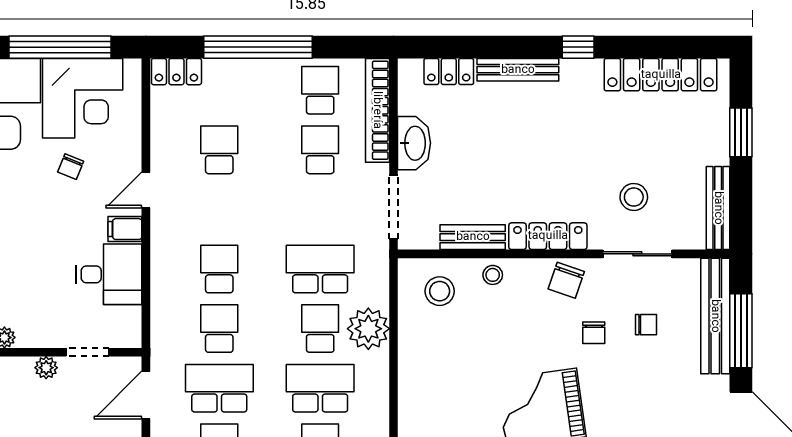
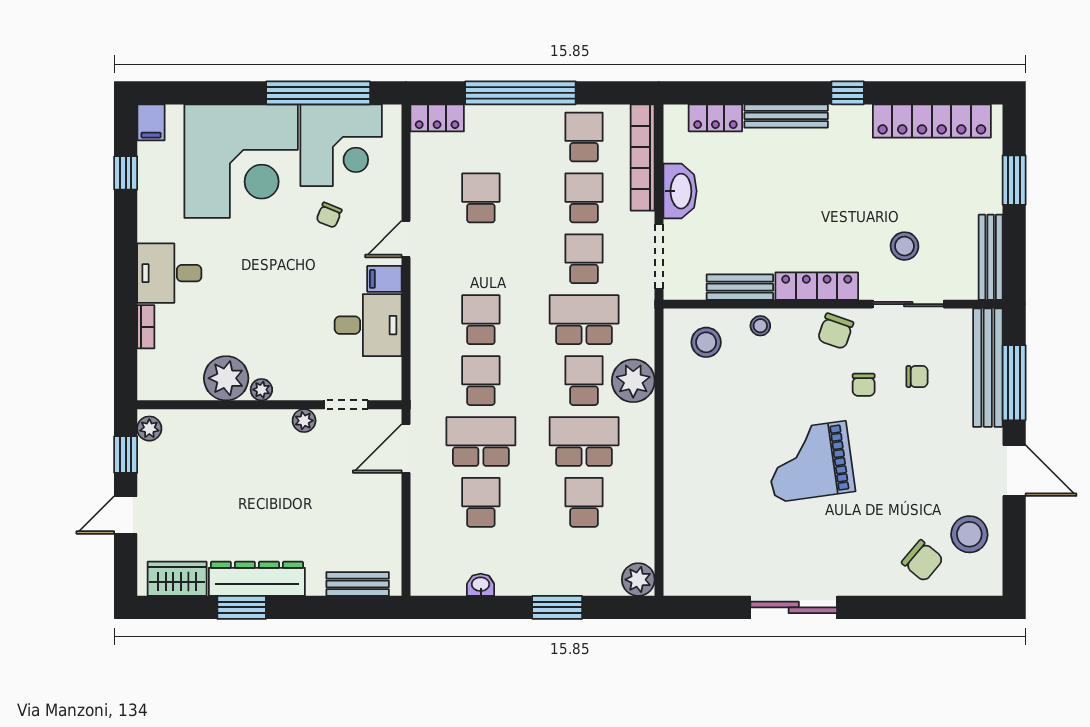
school desk: (320, 209) -> (584, 259), added

